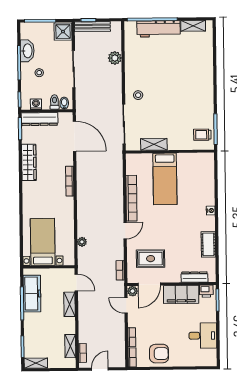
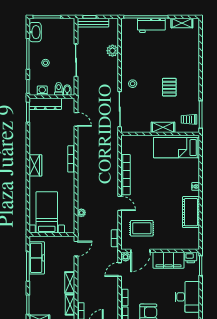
workbench: (158, 29) -> (151, 25), width x0.73
shower: (63, 32) -> (67, 27), removed
washbasin: (27, 51) -> (35, 32), moved
pallet: (180, 98) -> (169, 87), added
door: (74, 136) -> (76, 119), width x0.53
shelving: (154, 144) -> (163, 127), moved
wardrobe: (29, 162) -> (35, 165), moved, width x0.67
bed: (165, 179) -> (176, 148), moved, turned 90
door: (125, 231) -> (120, 203), hinge flipped
cot: (208, 244) -> (191, 212), width x1.37, depth x1.34
dresser: (194, 277) -> (180, 245), removed
door: (76, 283) -> (76, 249), hinge flipped
shelving: (69, 304) -> (70, 283), moved
door: (126, 305) -> (120, 269), hinge flipped
desk: (203, 336) -> (187, 297), width x1.37

